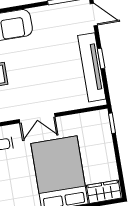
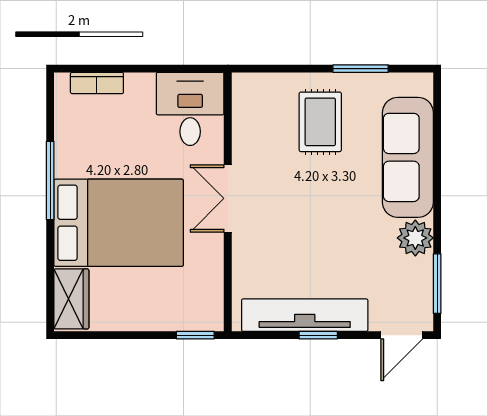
plant: (41, 16) -> (415, 238), added

